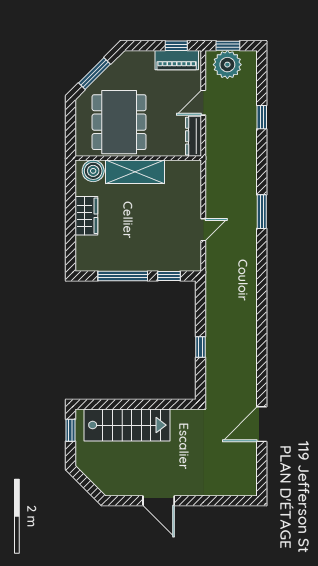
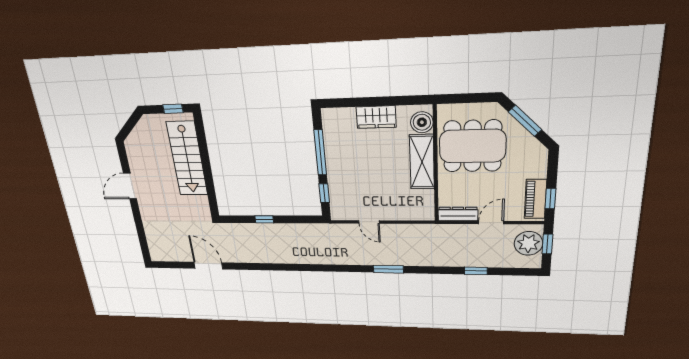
door: (203, 103) -> (491, 222), hinge flipped

